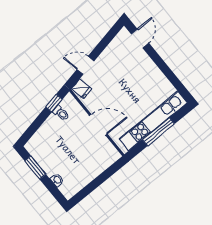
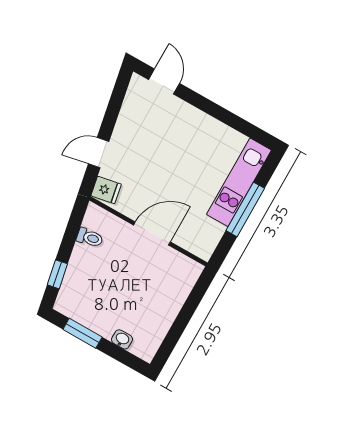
window: (54, 103) -> (57, 274), moved
kitchen unit: (153, 121) -> (239, 182), width x0.73

